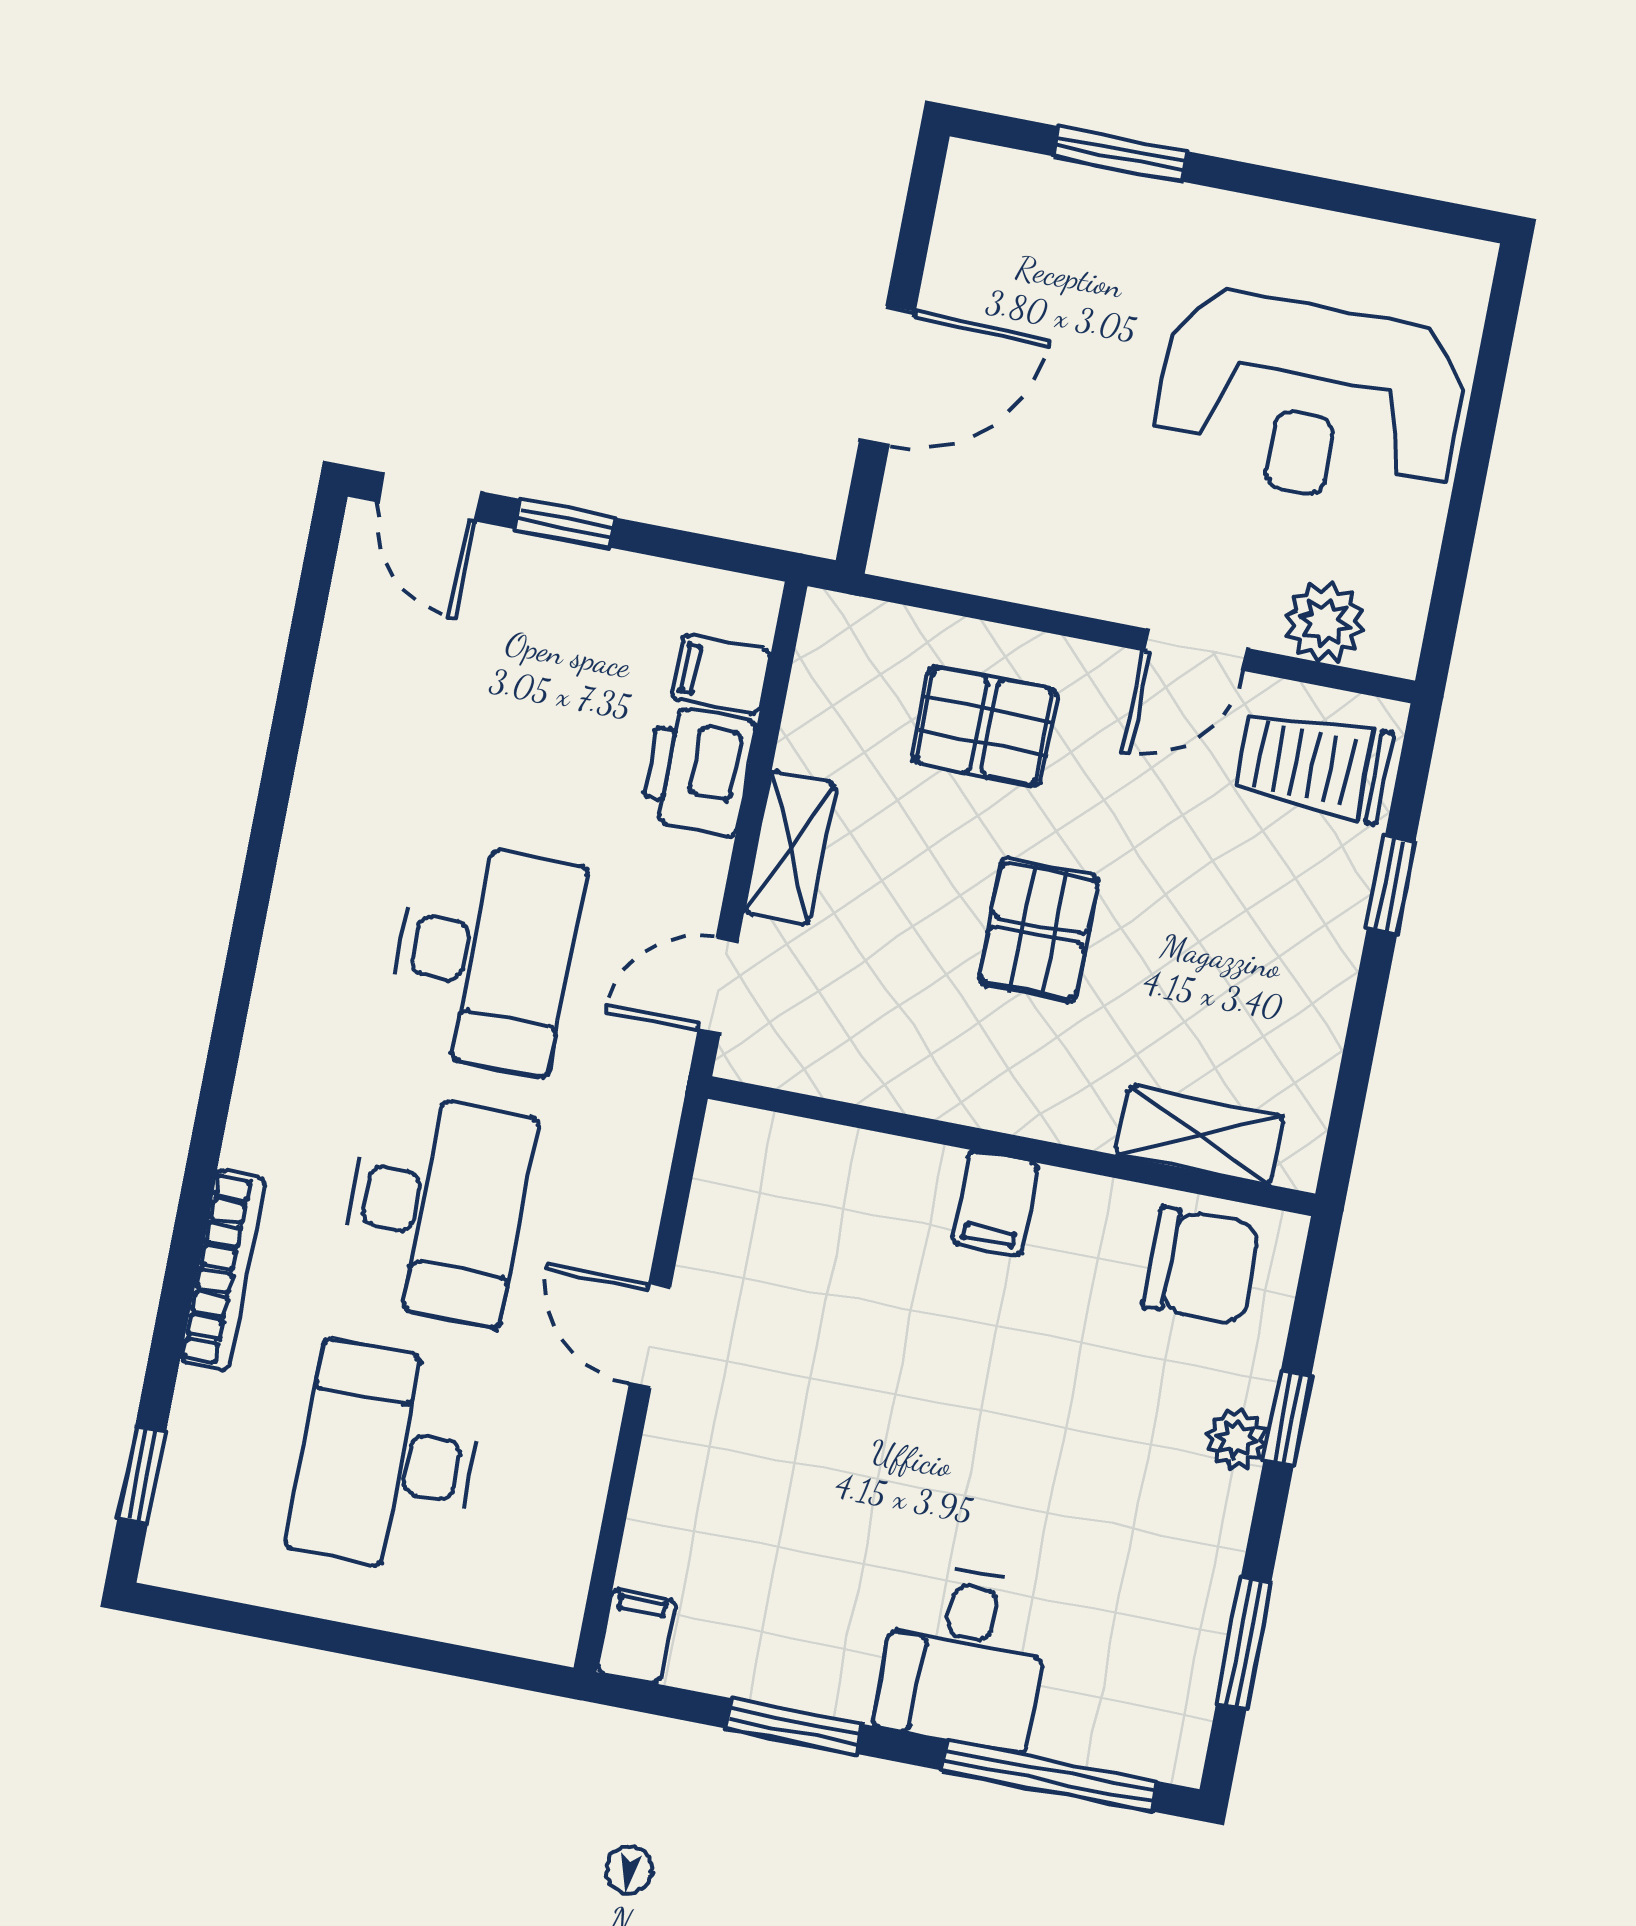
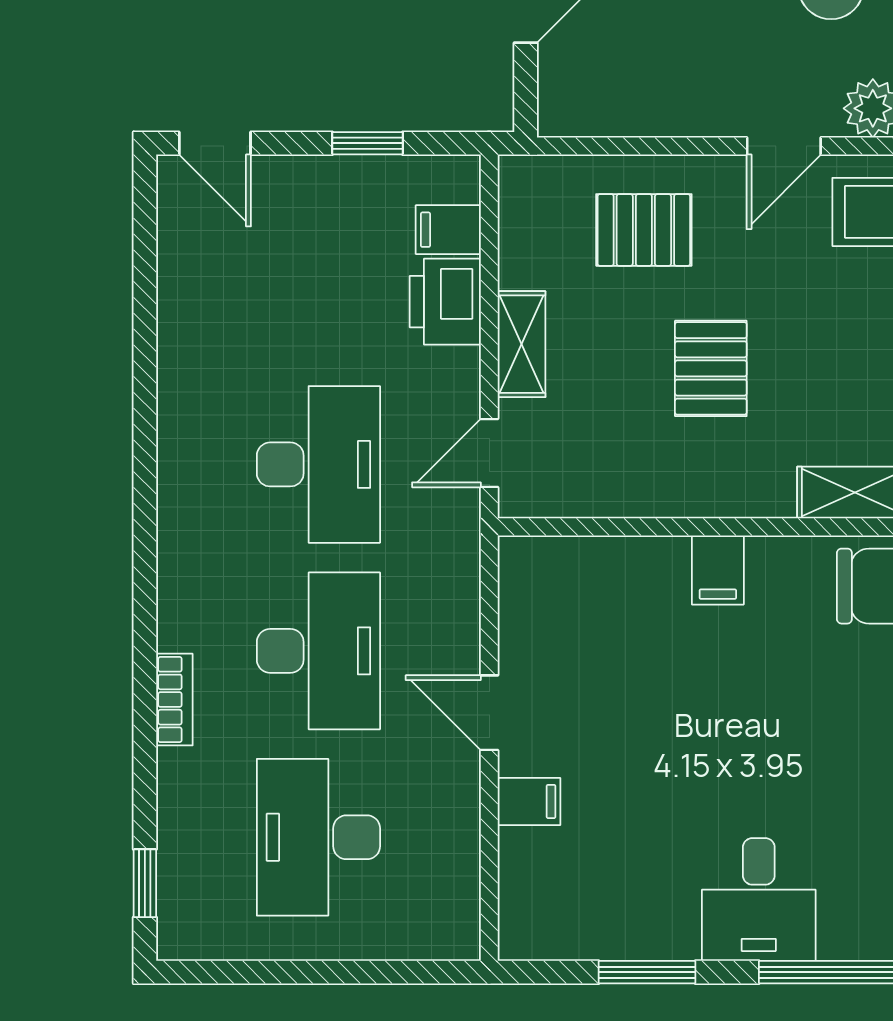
window: (566, 523) -> (368, 143), moved
bookcase: (223, 1270) -> (174, 700), width x0.64
filing cabinet: (636, 1636) -> (529, 801), moved, turned 90

